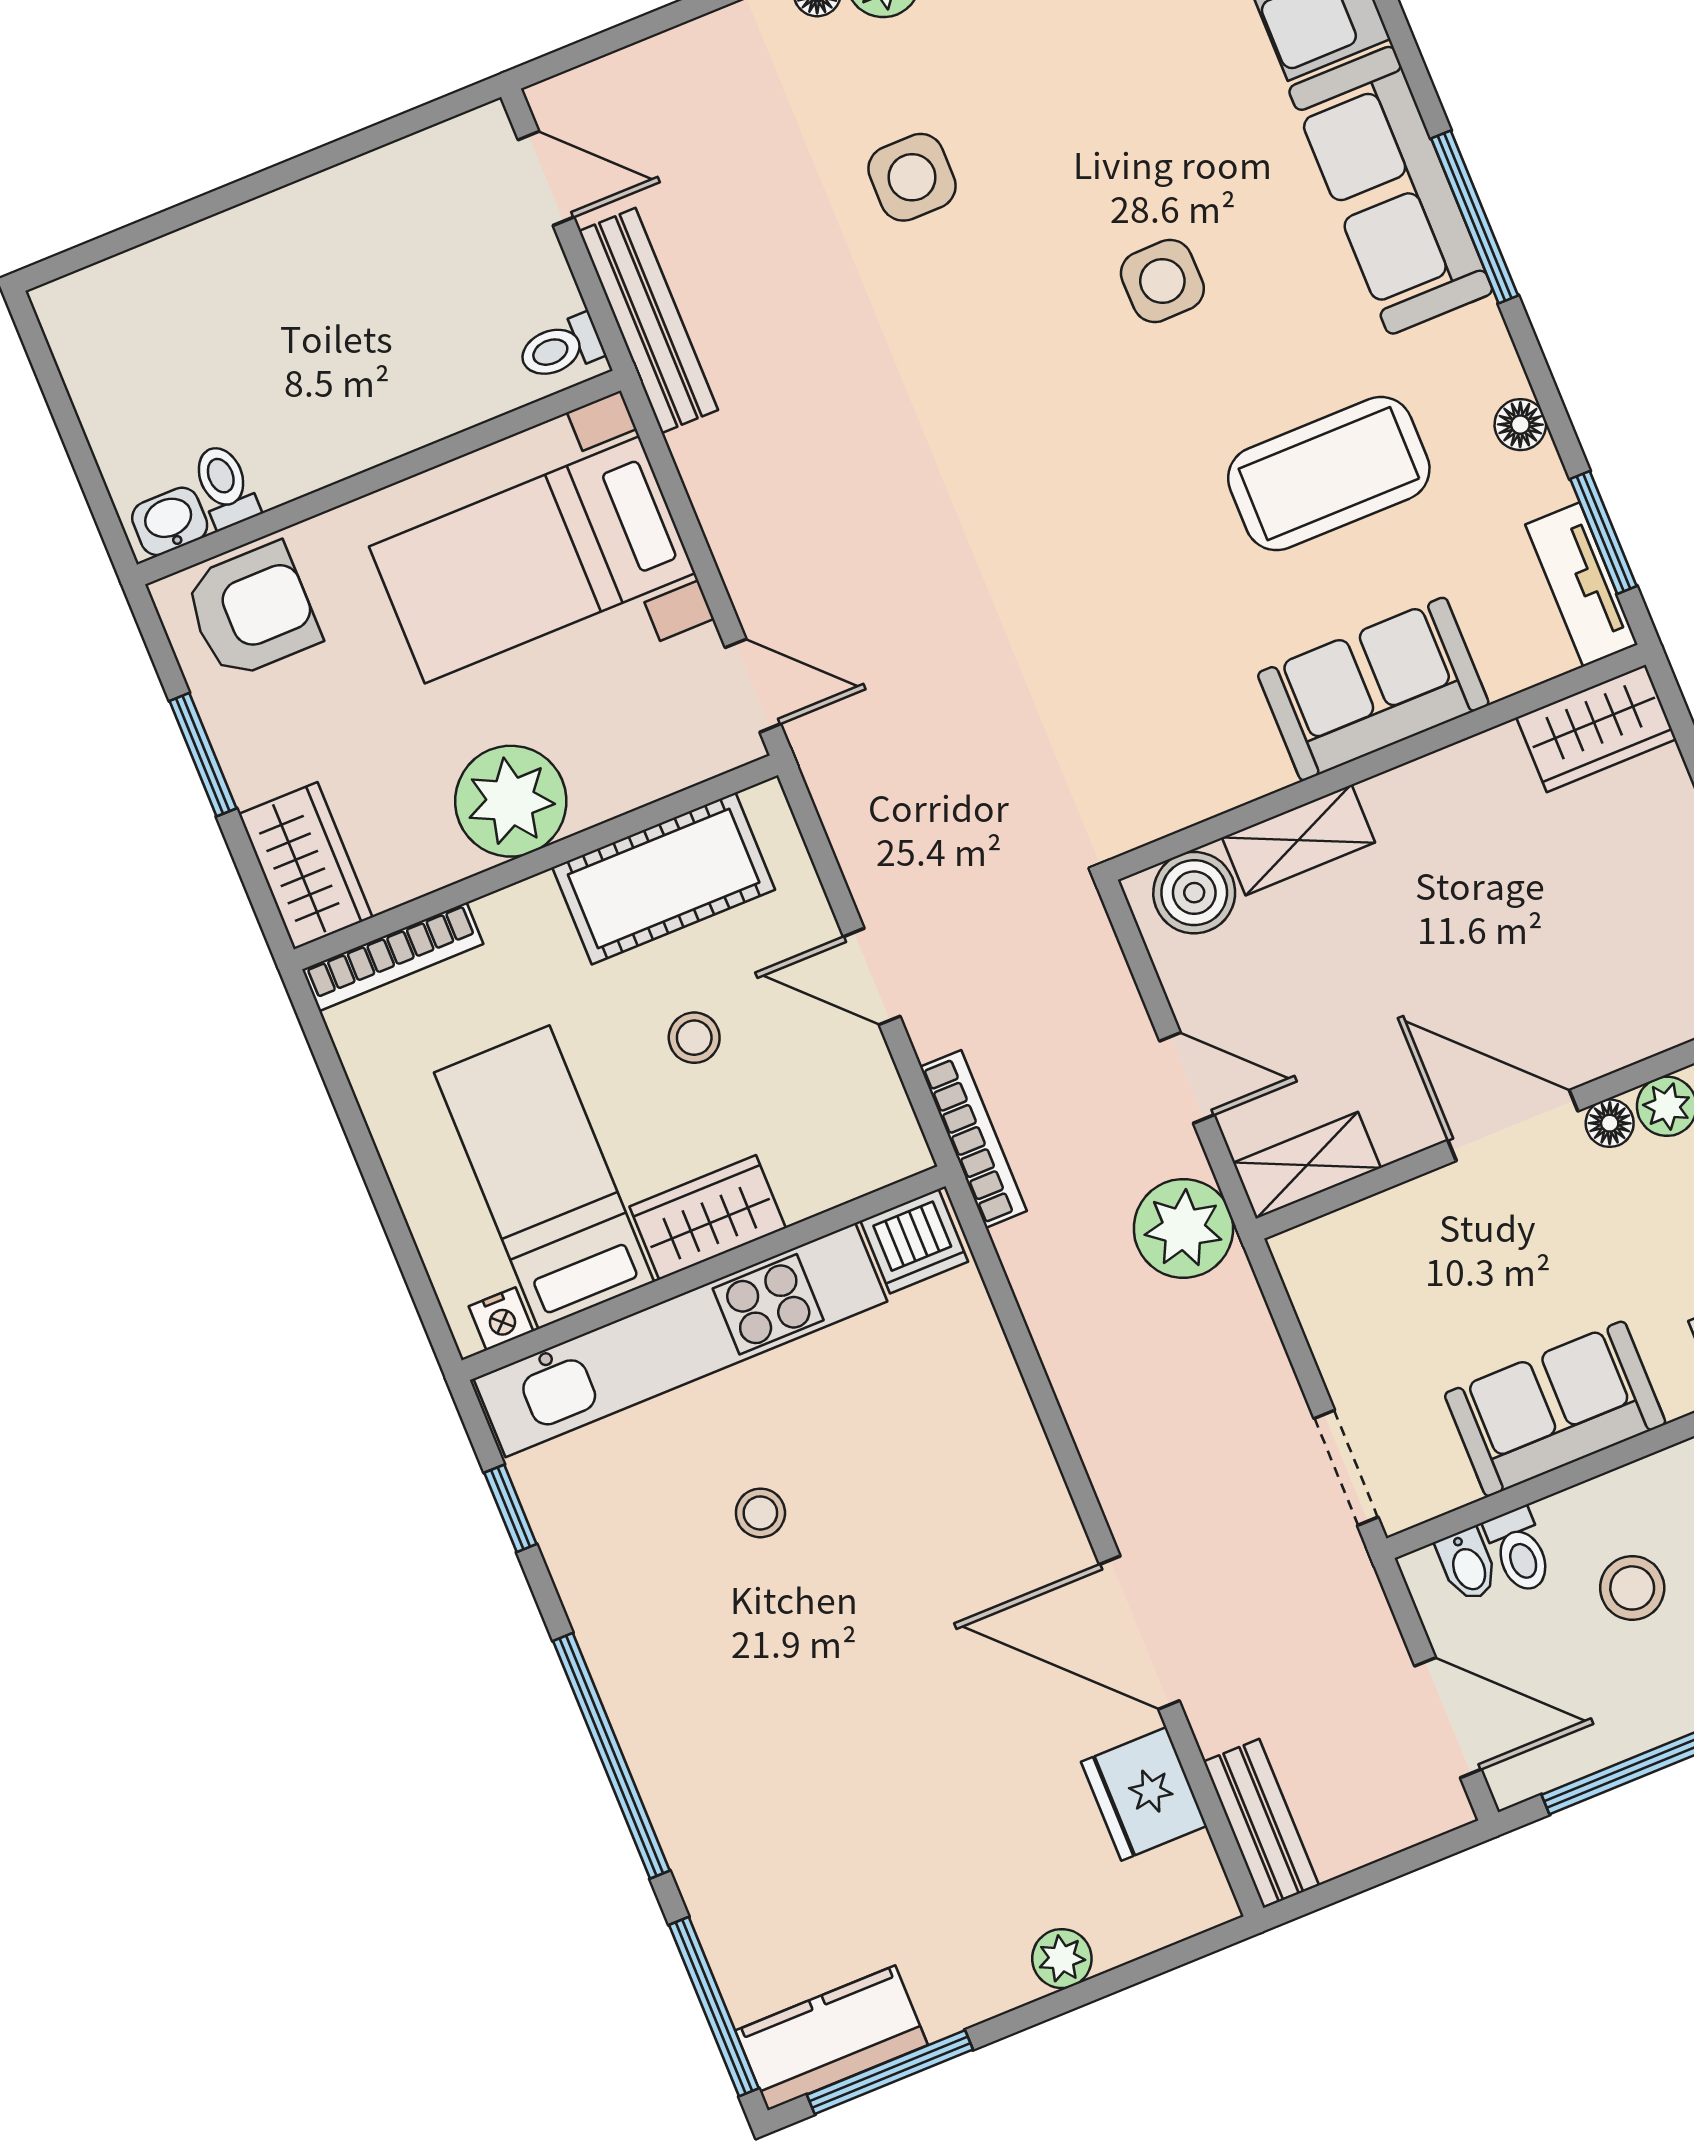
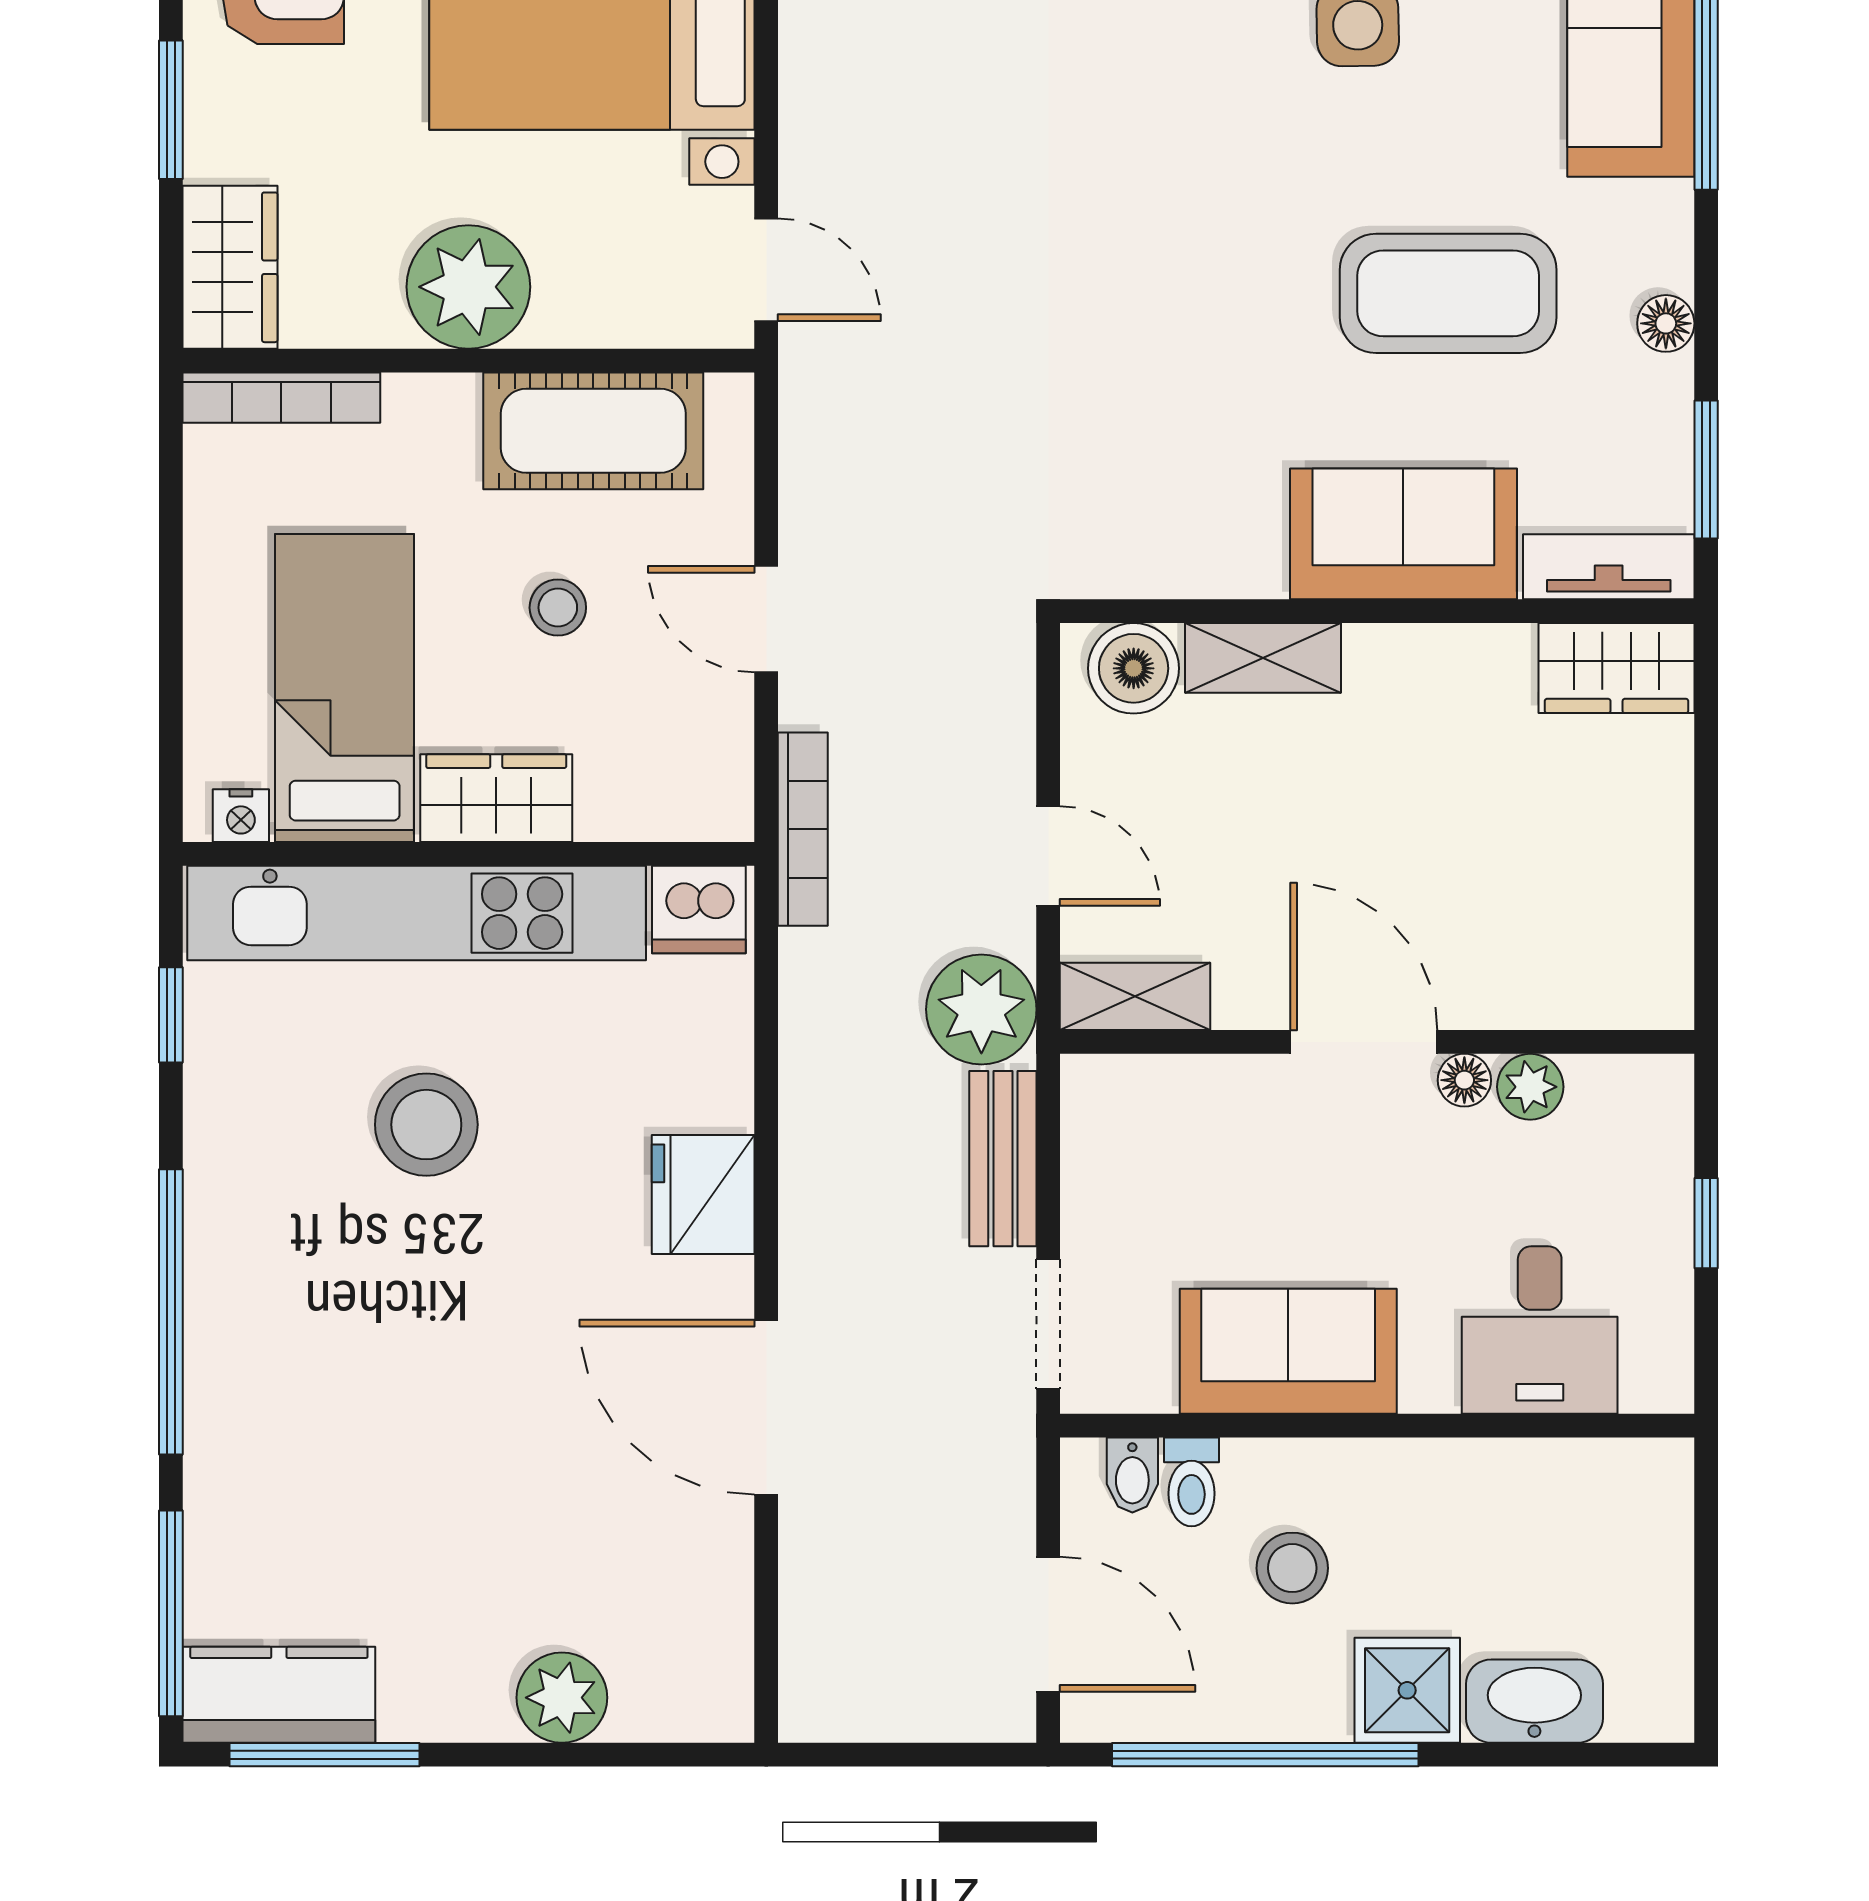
tv unit: (1581, 585) -> (1609, 567), moved, turned 90
stool: (760, 1513) -> (426, 1125), width x1.89, depth x1.89
fridge: (1144, 1794) -> (703, 1194), moved
bench: (1261, 1823) -> (1003, 1159), moved
plant: (1062, 1959) -> (562, 1698), width x1.38, depth x1.38

